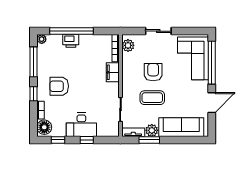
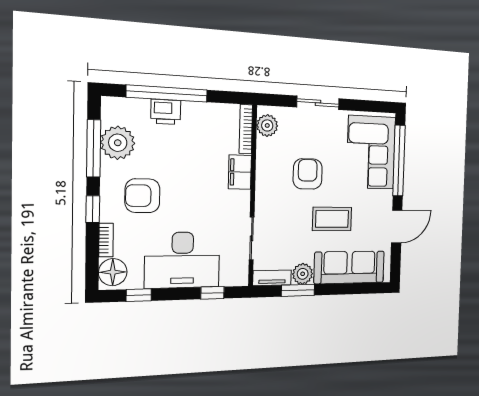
plant: (42, 39) -> (118, 143), moved, width x1.87, depth x1.87
coffee table: (152, 98) -> (332, 219), moved
desk: (81, 125) -> (182, 260), width x1.36, depth x1.30
window: (87, 140) -> (213, 293), moved

